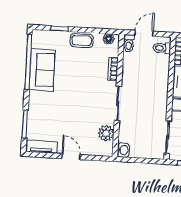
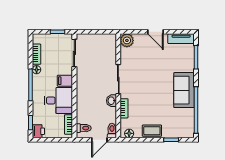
sofa: (42, 70) -> (184, 90), moved
plant: (106, 133) -> (127, 40), moved
washbasin: (123, 150) -> (112, 101), moved

